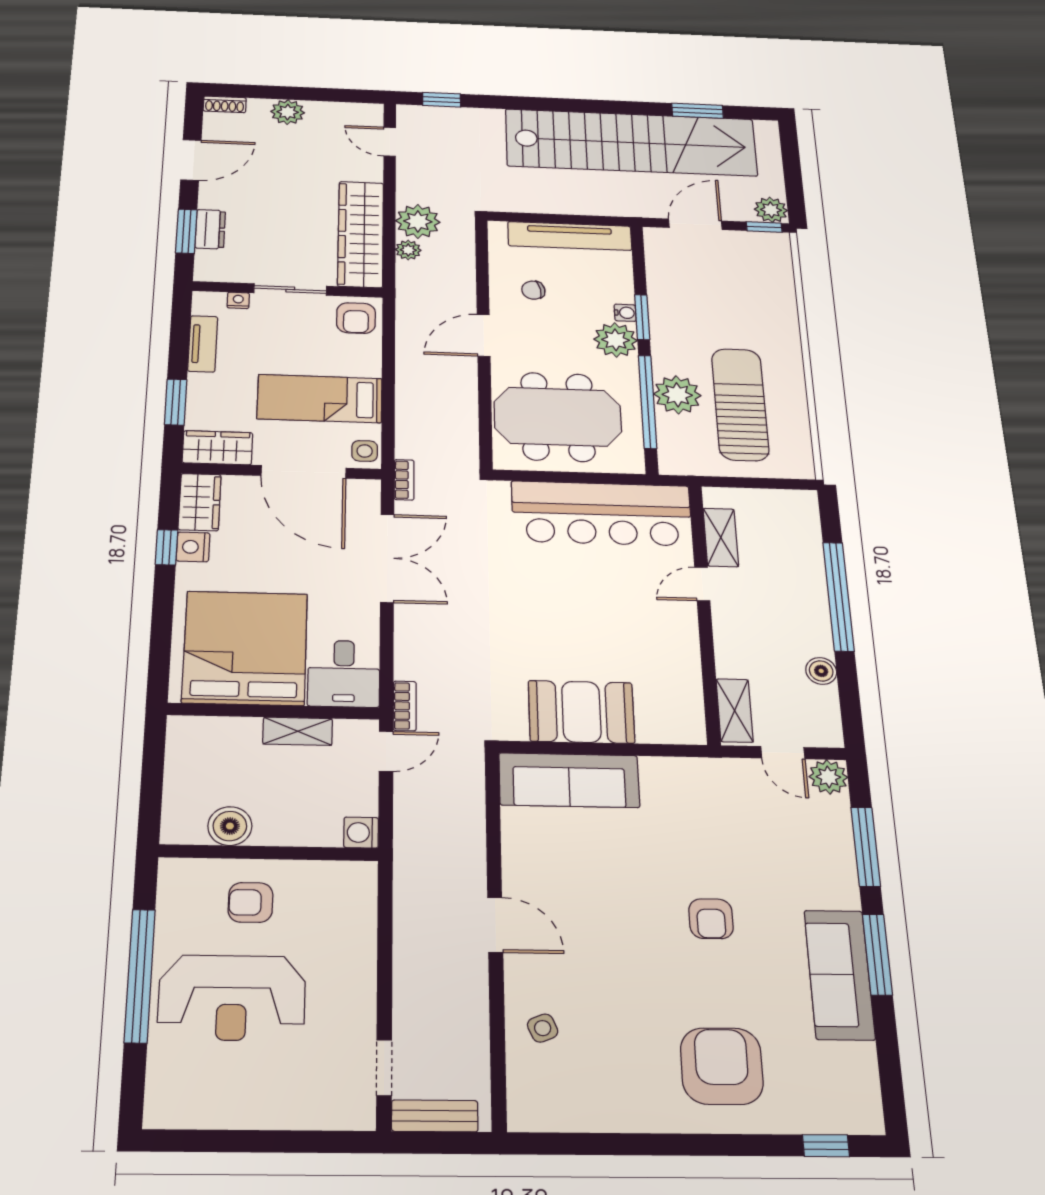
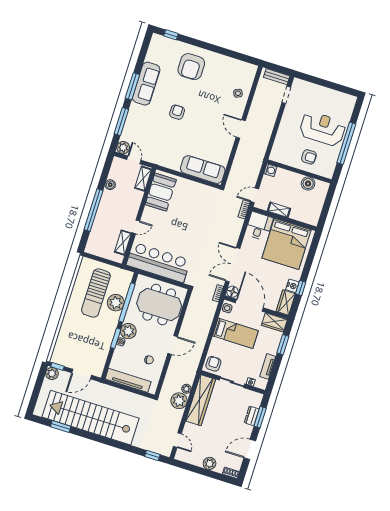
floor lamp: (364, 493) -> (232, 292), added
booth: (581, 712) -> (161, 192), moved, turned 90

